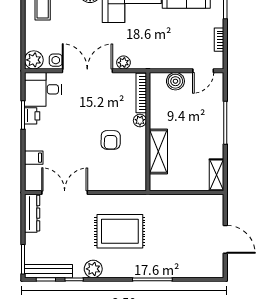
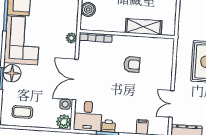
plant: (124, 63) -> (71, 38), moved
plant: (140, 121) -> (118, 40), removed
double door: (65, 192) -> (172, 104), width x0.73

